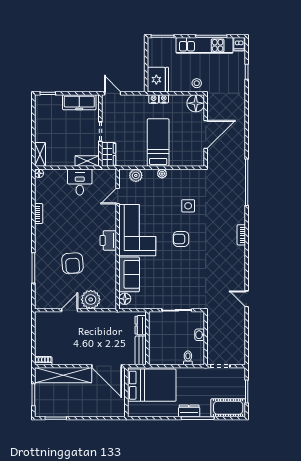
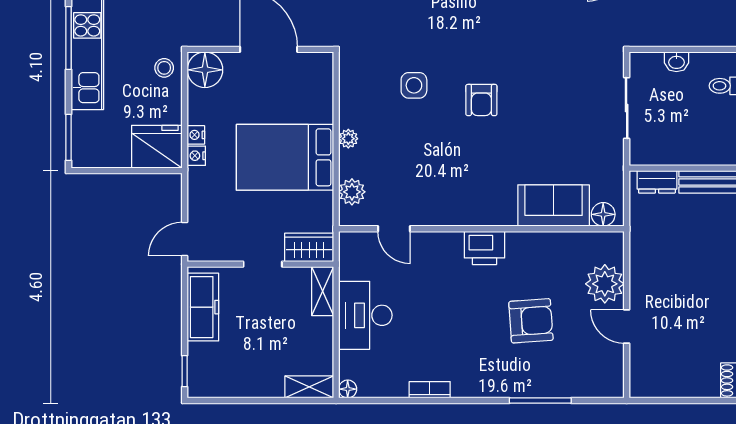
bed: (158, 143) -> (285, 157), width x1.50
desk: (80, 182) -> (365, 315), width x1.37
corner sofa: (137, 230) -> (463, 189), removed

